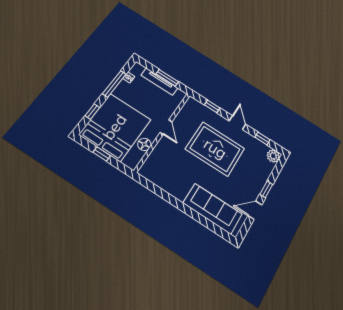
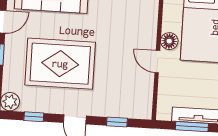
floor lamp: (144, 144) -> (169, 41), moved
rug: (215, 149) -> (60, 64), moved

